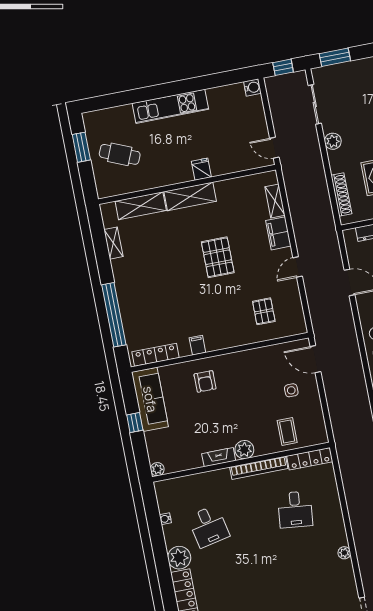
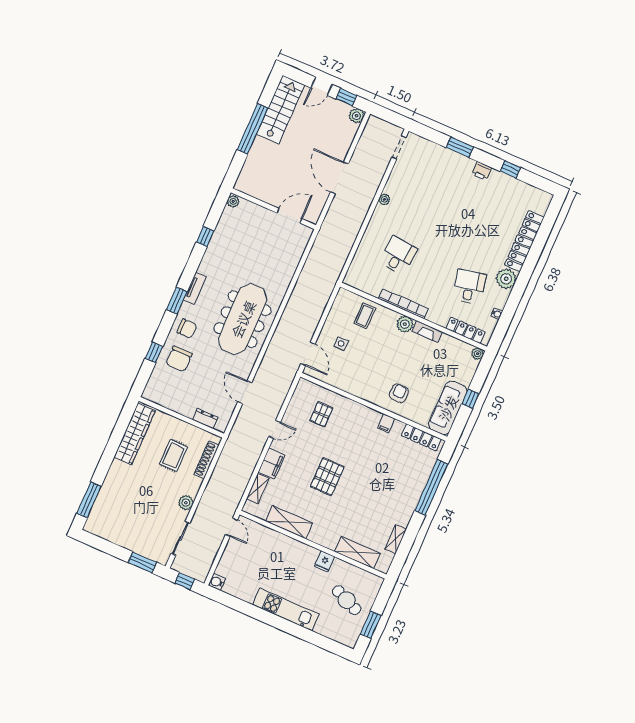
fridge: (201, 169) -> (324, 561), moved
shelving: (190, 196) -> (289, 522), moved
locker: (310, 459) -> (466, 330), moved

